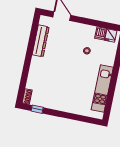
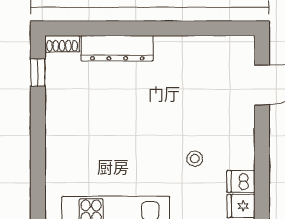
dresser: (41, 41) -> (117, 48), moved

